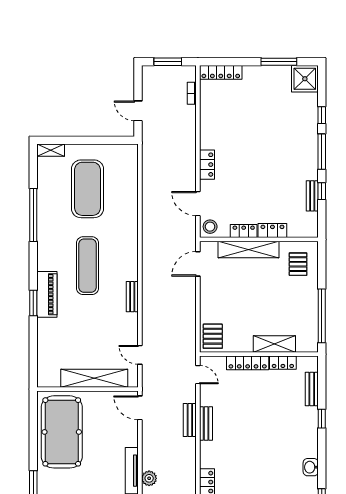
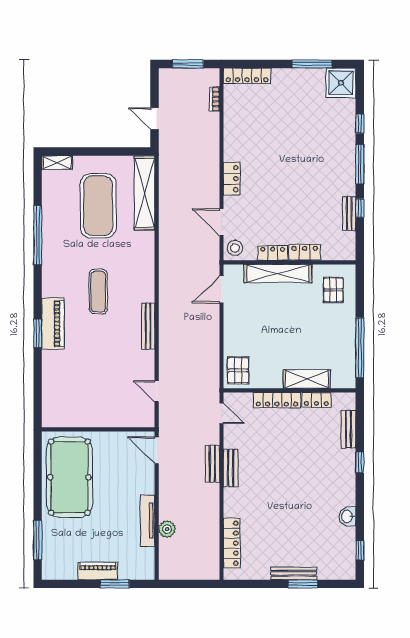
exercise mat: (87, 266) -> (98, 292), width x0.73, depth x0.69
bench: (132, 297) -> (148, 326), width x1.36
shelving: (94, 378) -> (144, 193), moved, turned 90

